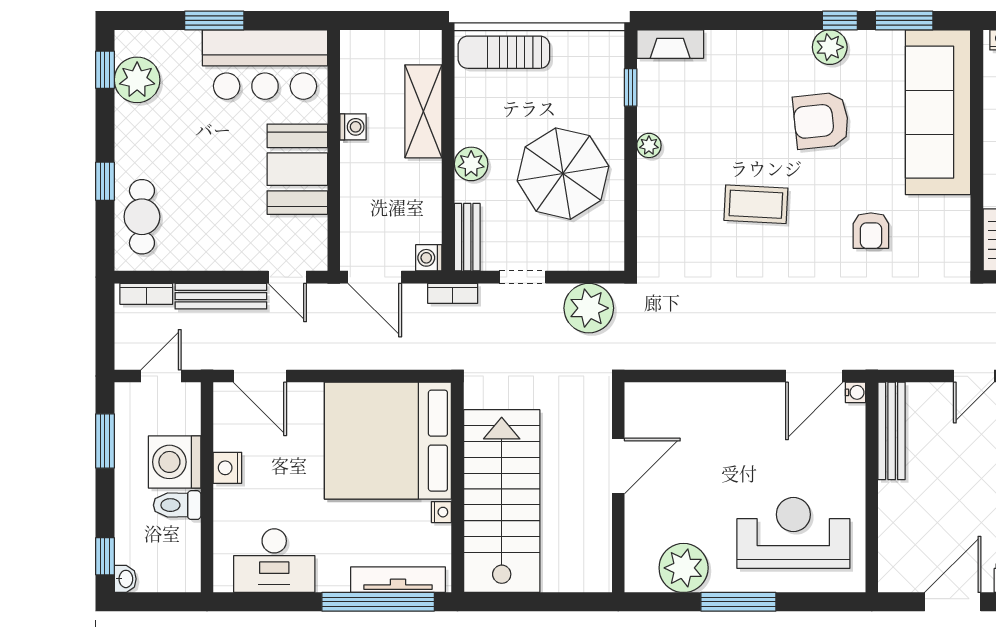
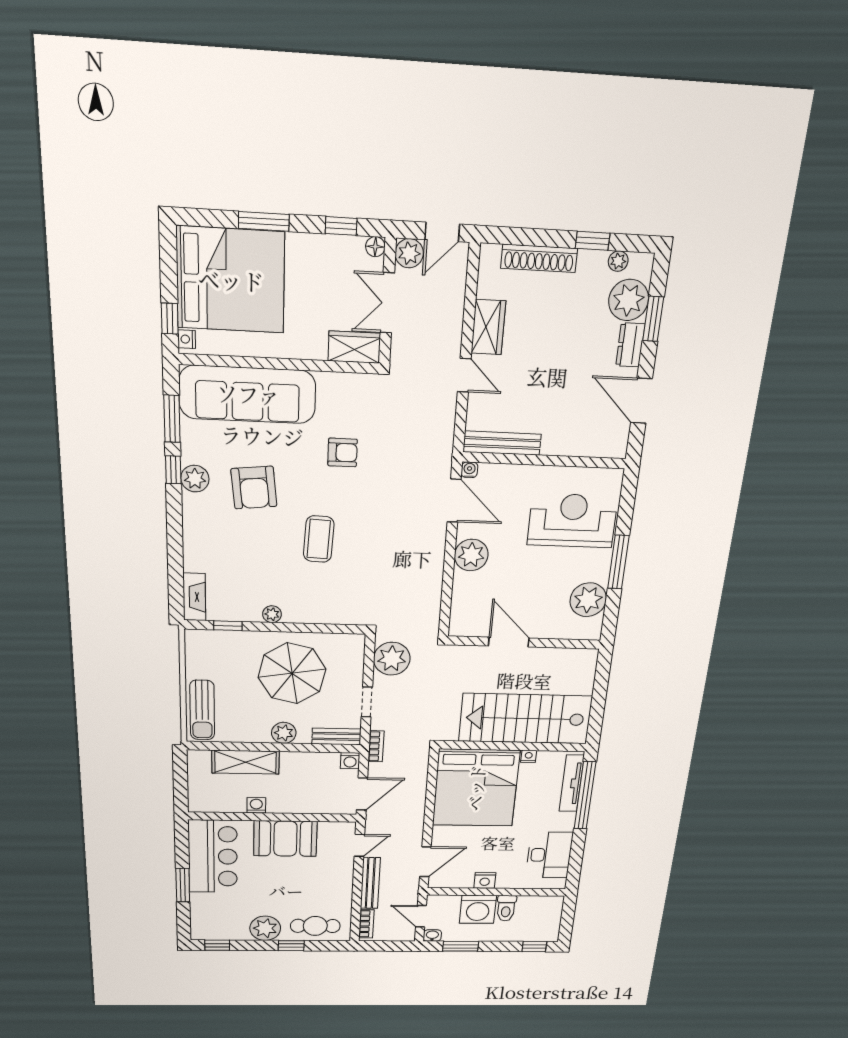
plant: (137, 80) -> (265, 928), moved
plant: (741, 404) -> (471, 555), added
reception desk: (793, 533) -> (572, 521), turned 90
washbasin: (125, 579) -> (432, 936), moved

